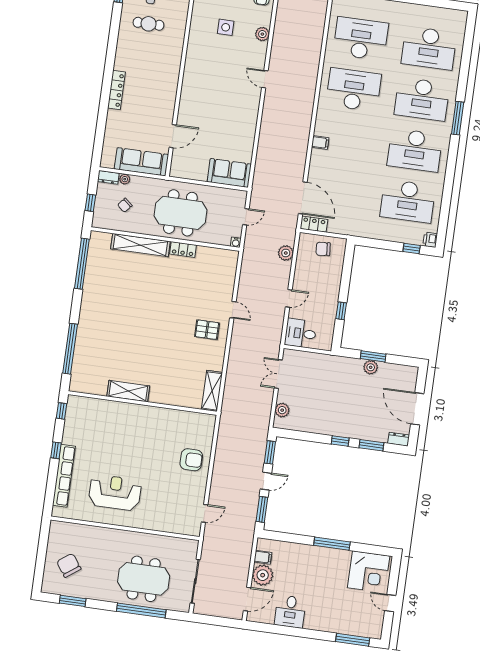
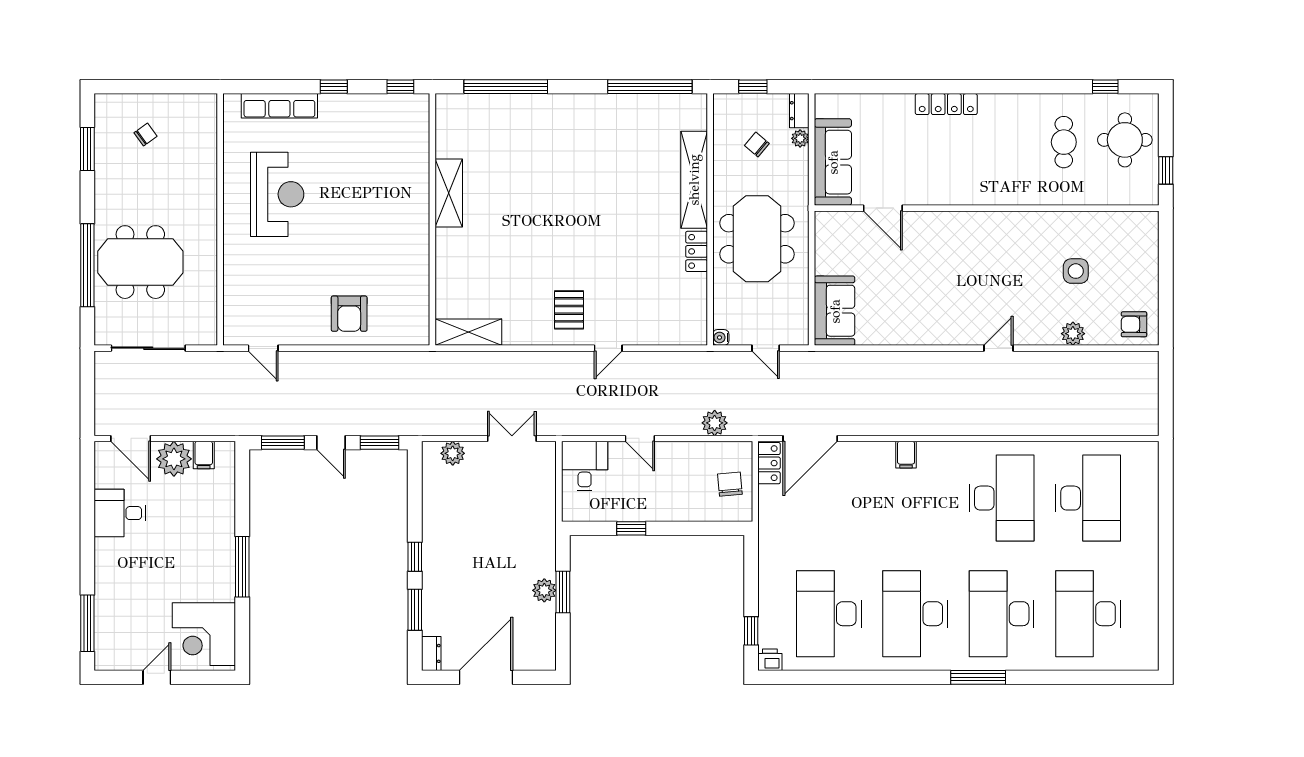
row of seats: (64, 476) -> (279, 106), width x0.73
chair: (69, 565) -> (146, 134), width x0.54, depth x0.54
meeting table: (144, 579) -> (140, 262), turned 90

